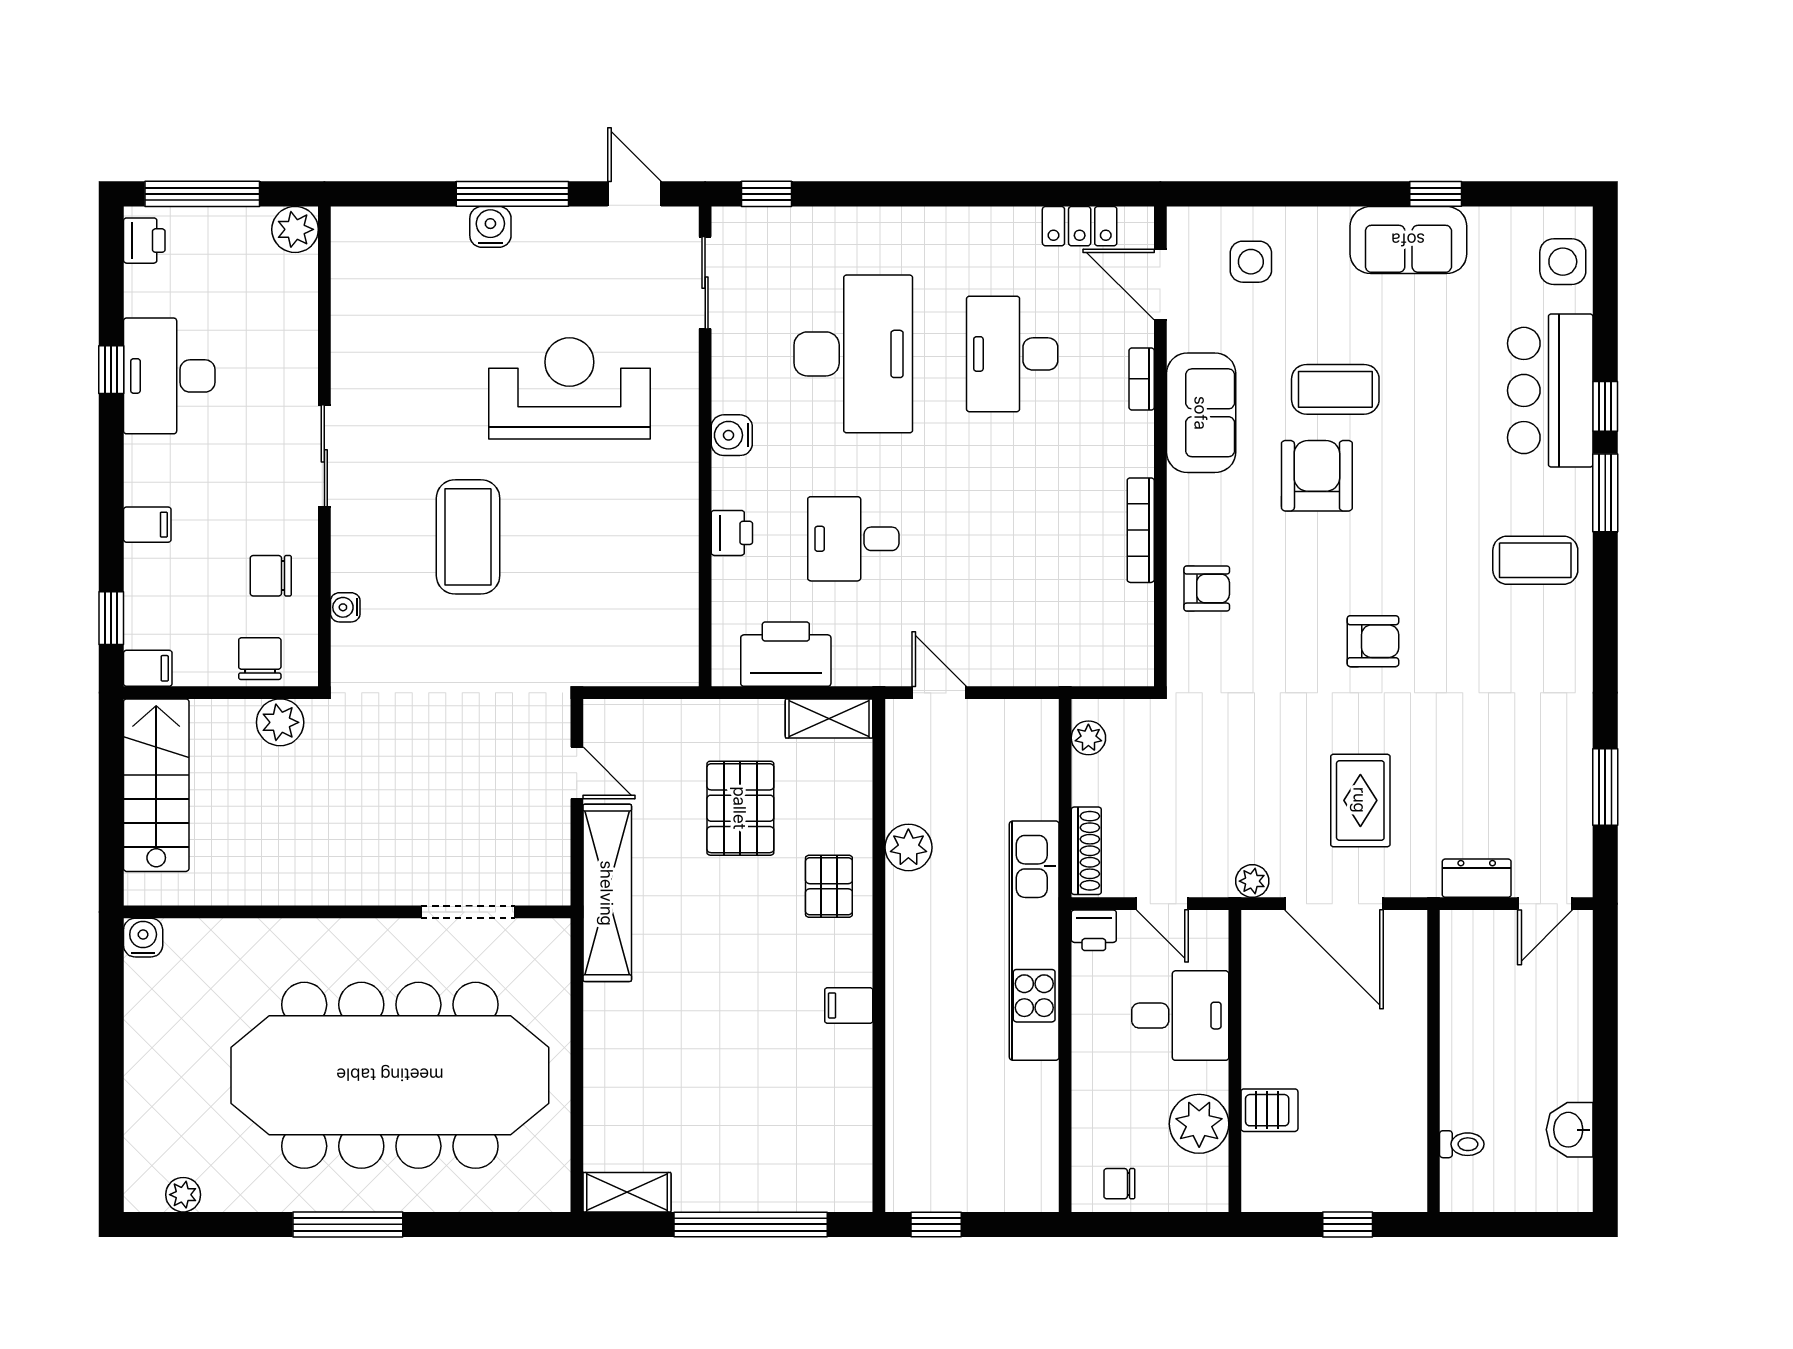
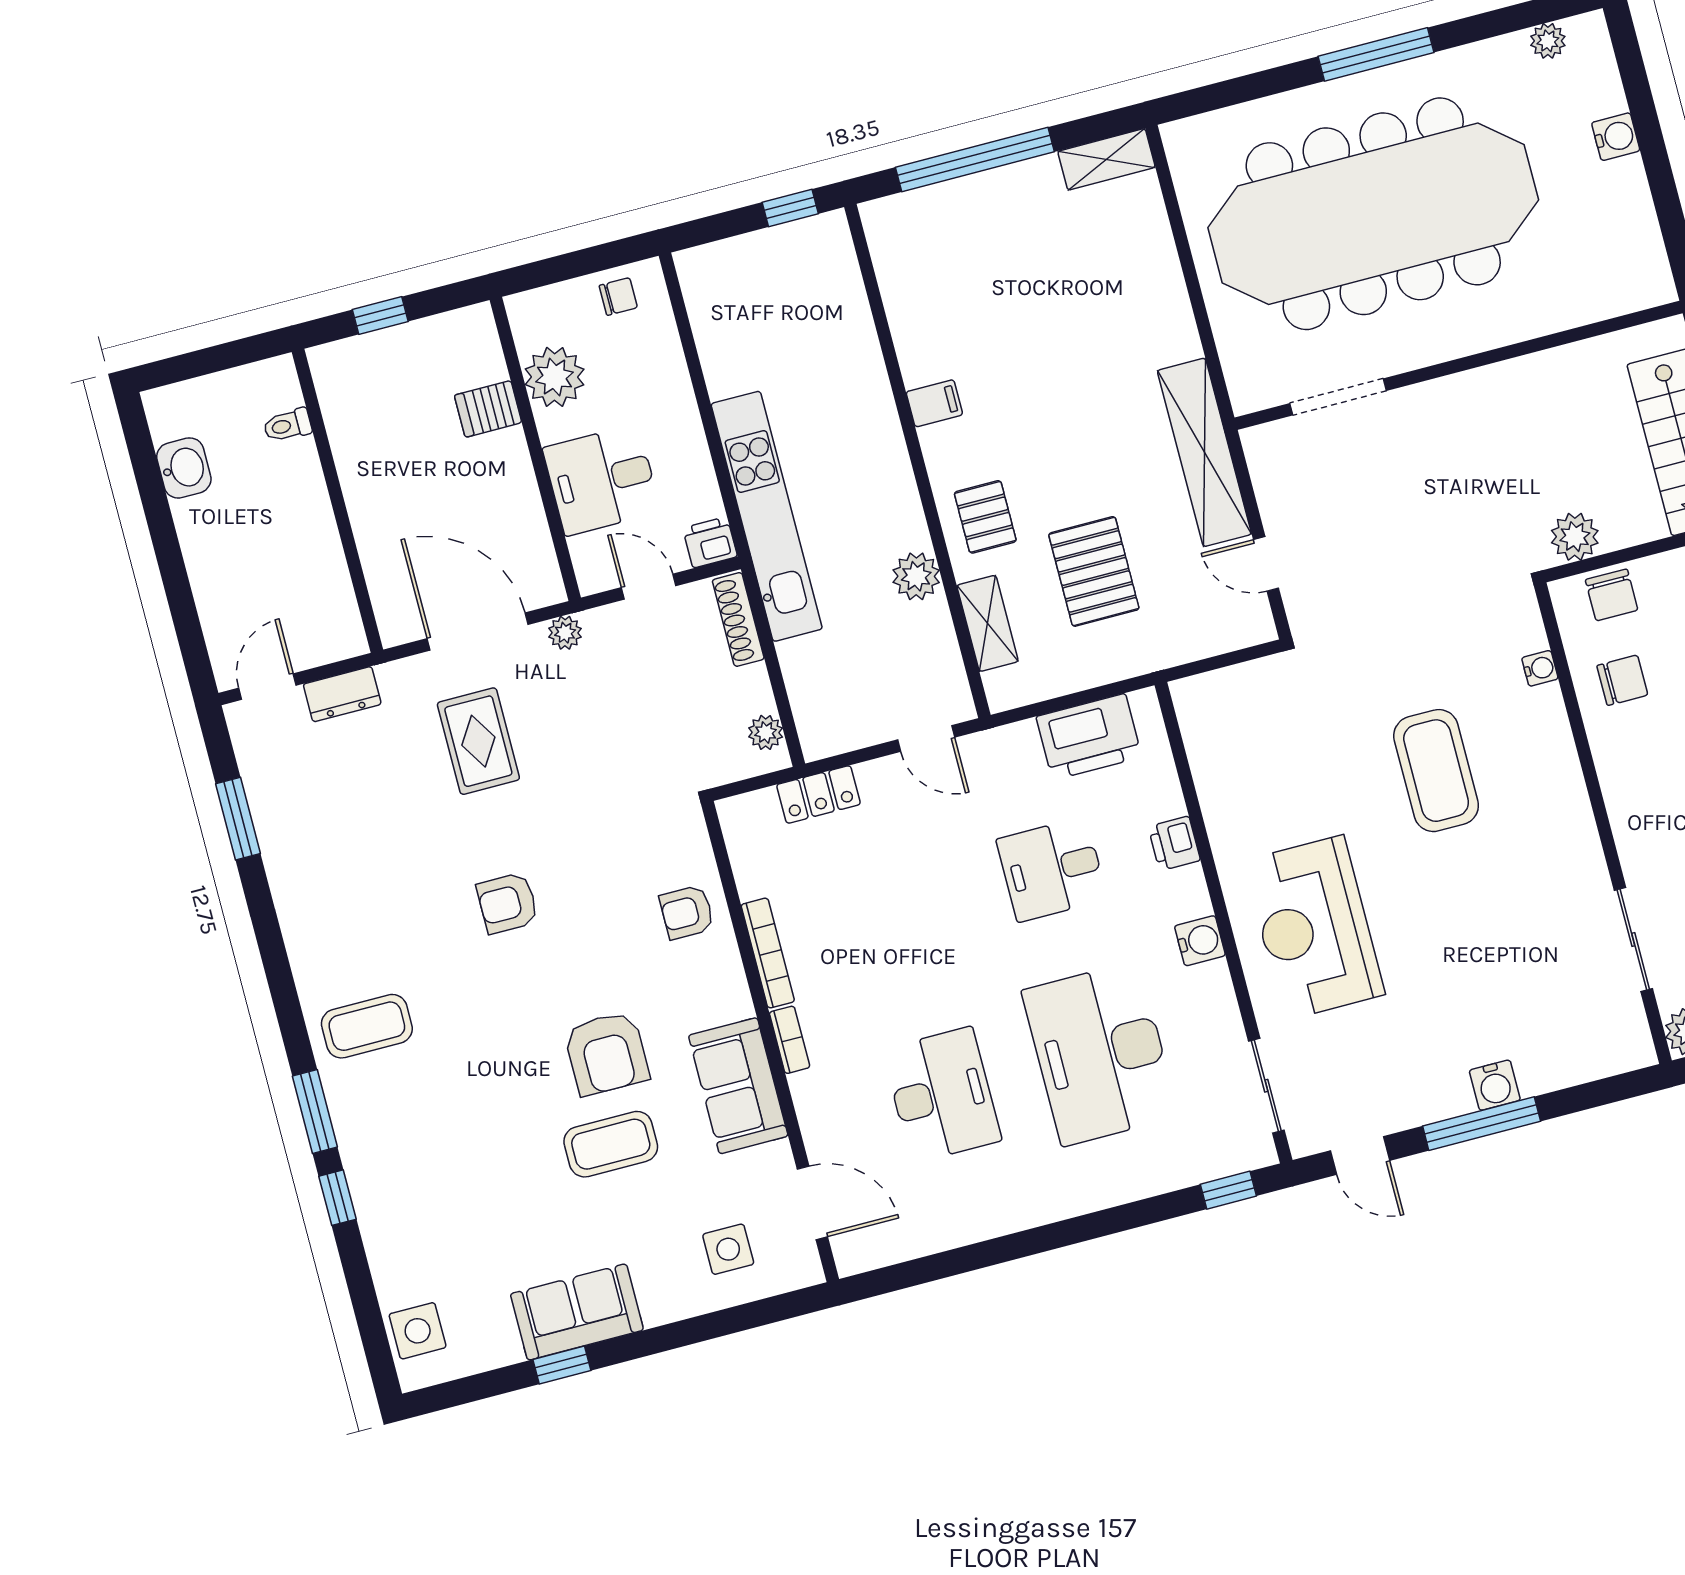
locker: (1080, 226) -> (819, 794), moved, turned 180
bookcase: (1142, 379) -> (790, 1040), moved
reception desk: (569, 388) -> (1314, 928), moved, turned 90
bar counter: (1550, 390) -> (396, 1199), removed
sliding door: (324, 456) -> (1633, 939), moved
desk: (853, 539) -> (1052, 869), turned 180
shelving: (829, 718) -> (988, 623), moved, turned 90
water cooler: (143, 938) -> (1616, 137), moved, turned -90

